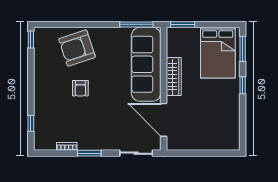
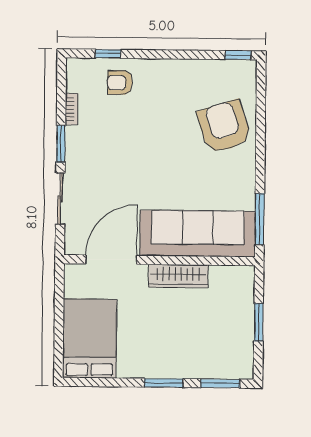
window: (183, 24) -> (259, 322), moved
bed: (218, 53) -> (90, 338), moved, turned 90
window: (243, 85) -> (164, 383), width x1.50
armchair: (80, 88) -> (120, 83), moved
sliding door: (136, 153) -> (60, 199), moved

